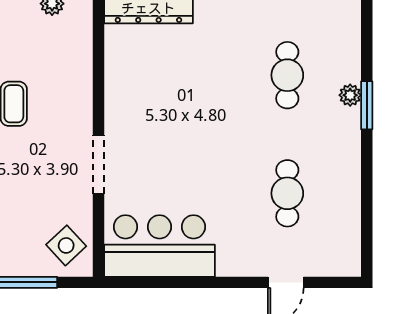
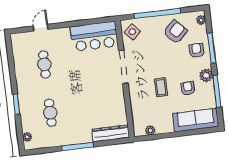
plant: (350, 95) -> (27, 137), moved
doorway: (98, 164) -> (123, 67), width x1.36

